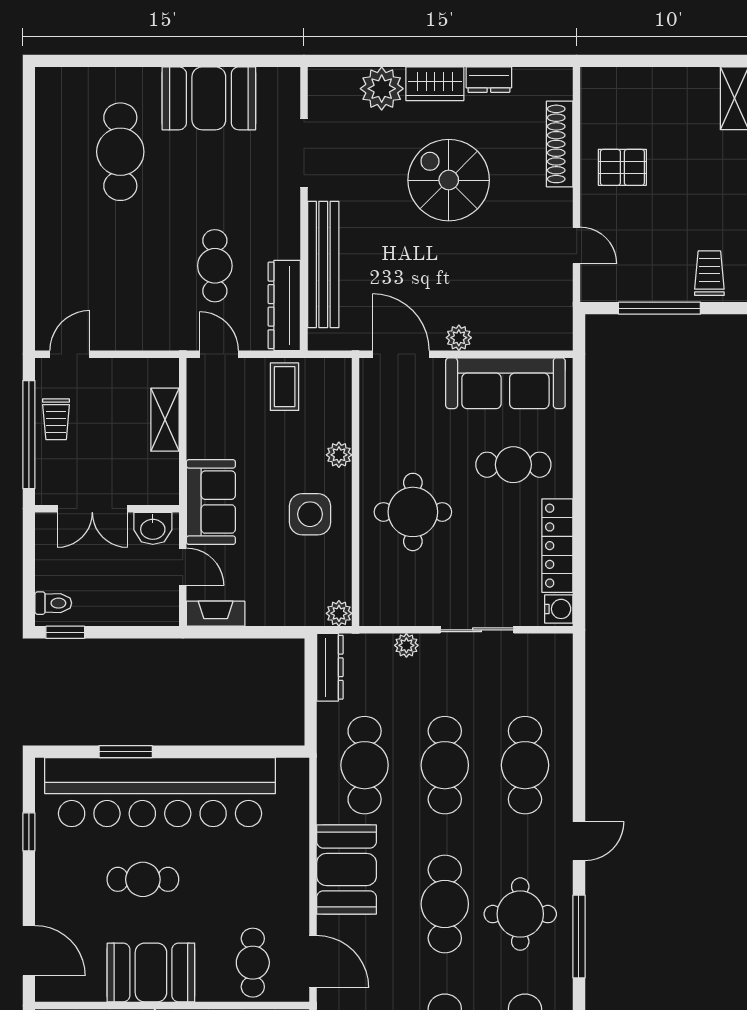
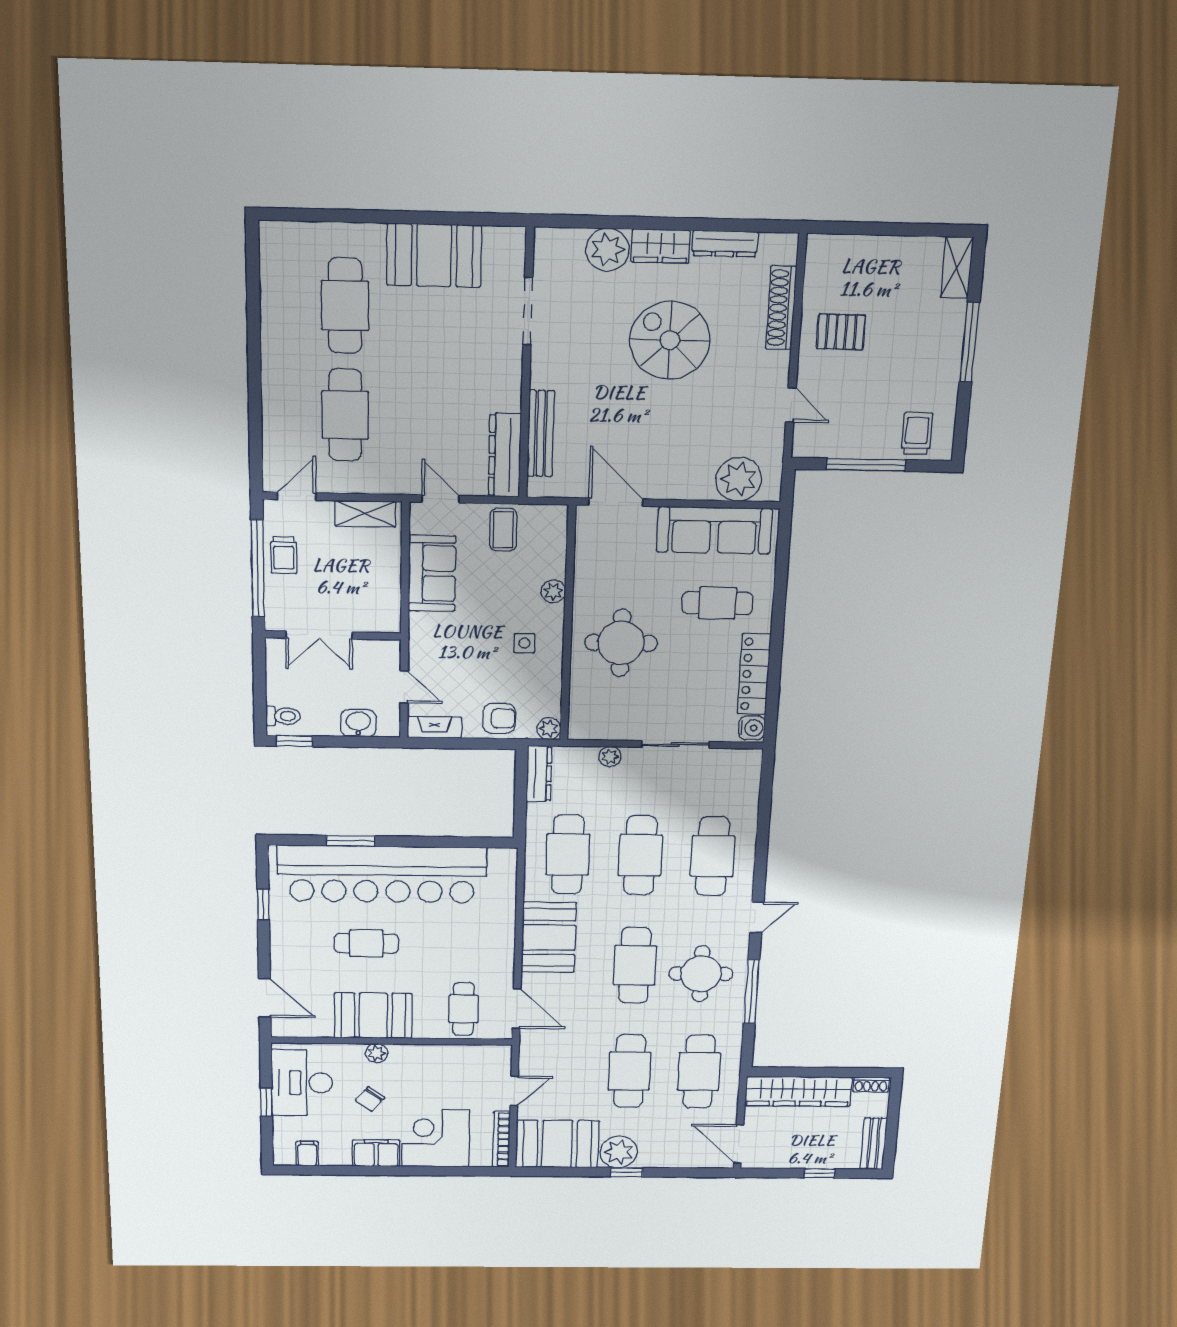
dresser: (489, 80) -> (725, 244), width x1.44
bench: (323, 264) -> (541, 434), width x0.73, depth x0.82
cafe table: (215, 266) -> (345, 415), moved, width x1.37, depth x1.35
plant: (459, 338) -> (739, 479), moved, width x1.87, depth x1.87
shelving: (165, 420) -> (365, 514), moved, turned 90
sofa: (211, 502) -> (432, 573), moved
side table: (310, 514) -> (524, 643), width x0.54, depth x0.54
washbasin: (153, 528) -> (358, 723), moved, turned 180
armchair: (285, 602) -> (499, 718), added

